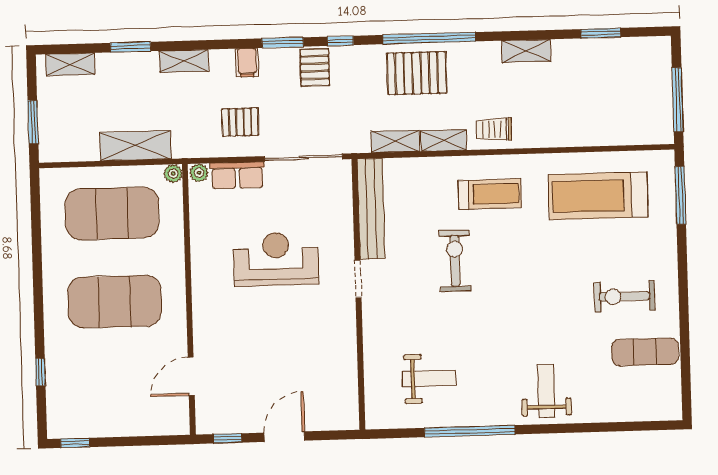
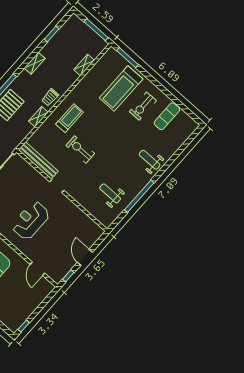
shelving: (395, 141) -> (84, 65), moved
treadmill: (598, 196) -> (121, 88), moved
reception desk: (276, 259) -> (31, 220), moved
weight bench: (429, 379) -> (110, 193), turned -90

